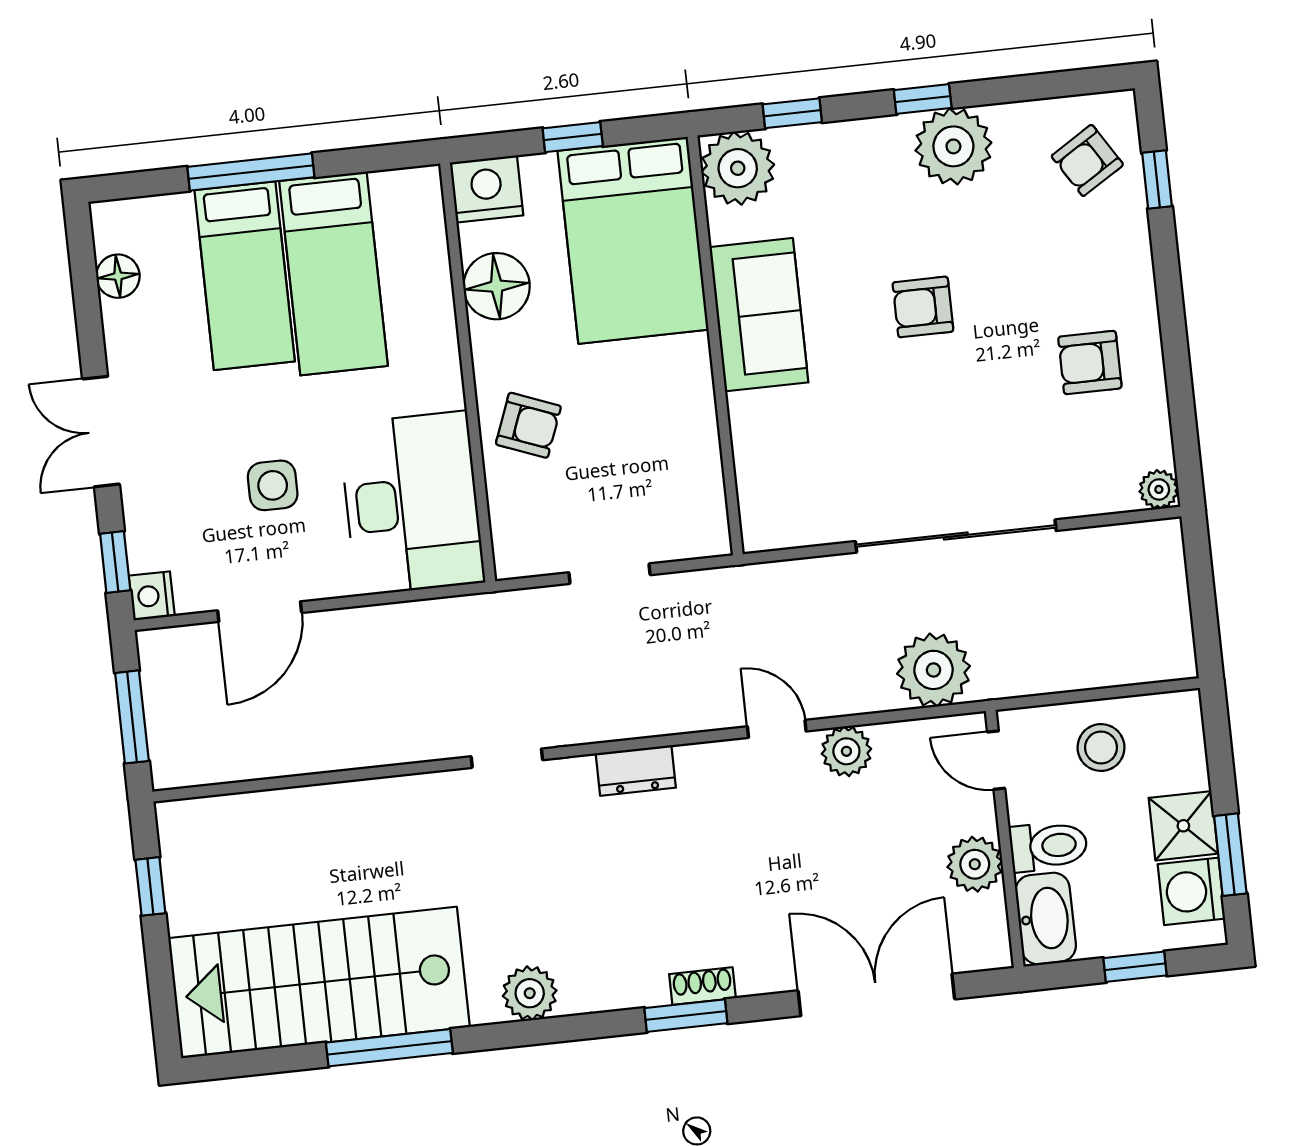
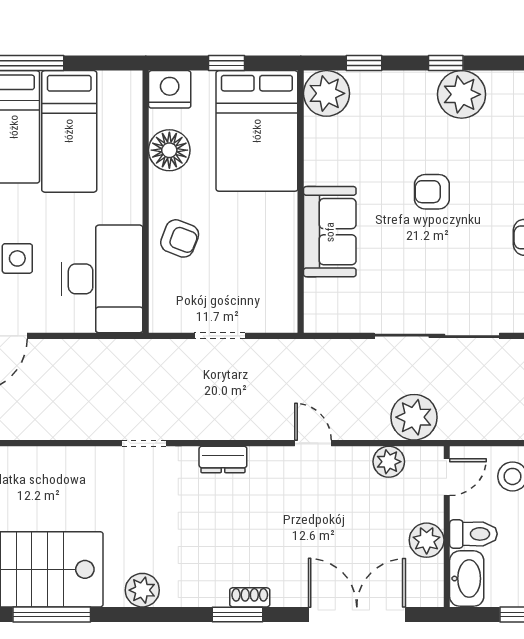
sofa: (759, 315) -> (330, 232), moved
plant: (846, 751) -> (389, 462), moved
door: (996, 760) -> (447, 477), swing flipped

